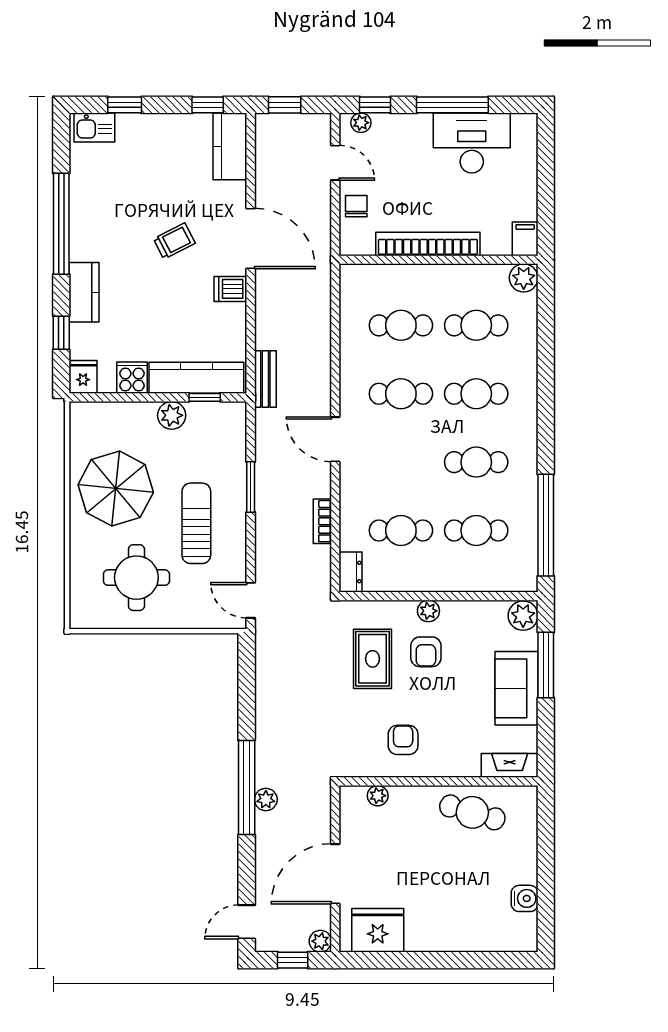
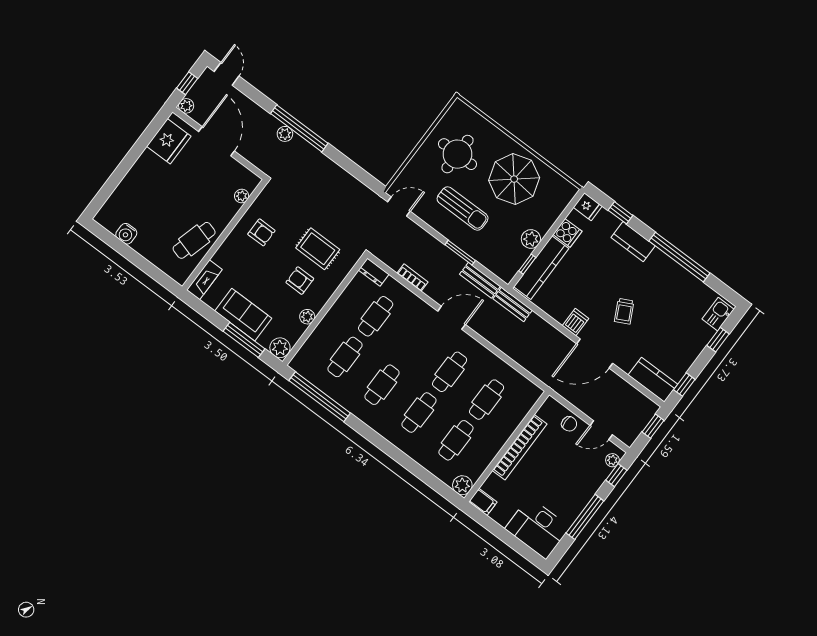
desk: (472, 143) -> (537, 528), moved, turned 90
bench: (266, 439) -> (480, 280), added
plant: (428, 611) -> (307, 317), moved

